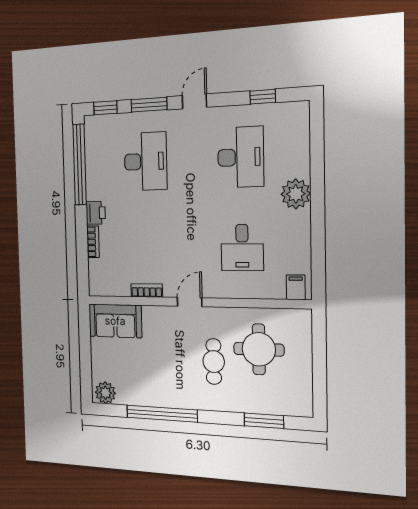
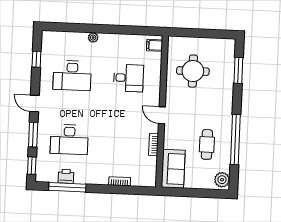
desk: (241, 157) -> (72, 75), turned 180
desk: (146, 161) -> (69, 139), turned 180
window: (80, 165) -> (67, 187), width x0.68
plant: (296, 194) -> (93, 38), width x0.53, depth x0.53
printer: (96, 213) -> (66, 176), moved
cafe table: (214, 362) -> (207, 144), moved, turned 90

